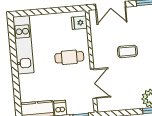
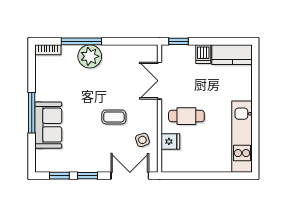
fridge: (79, 23) -> (170, 141), moved
side table: (103, 35) -> (142, 140), added

